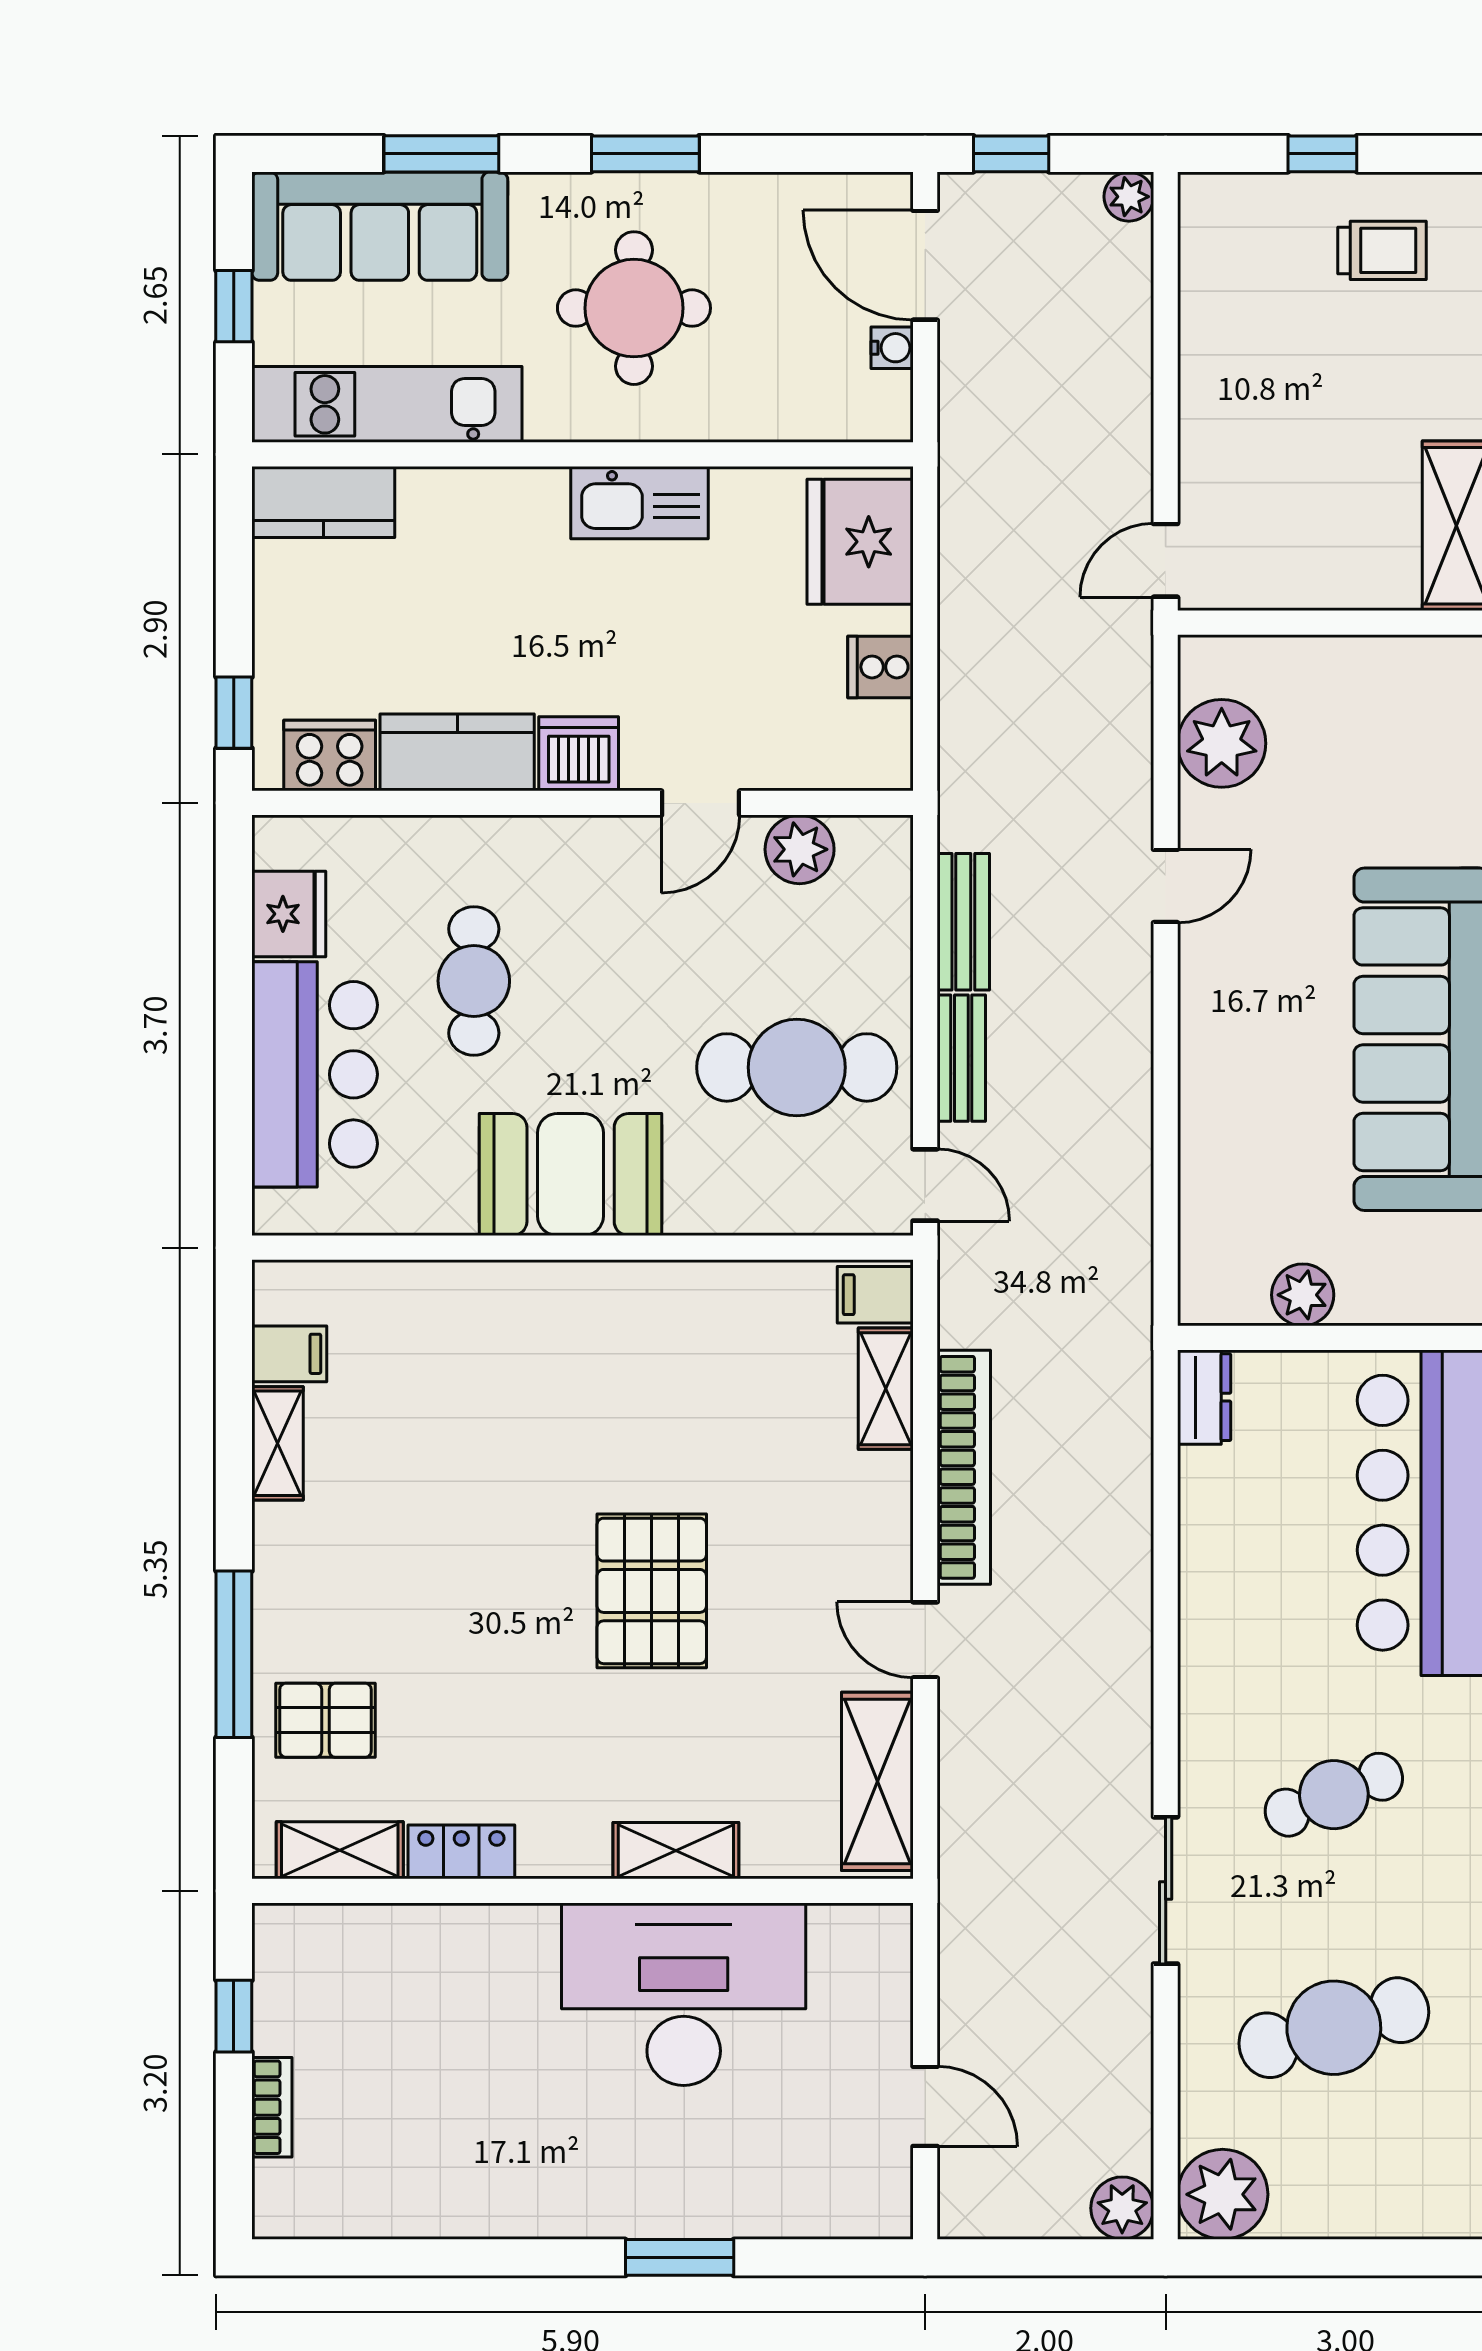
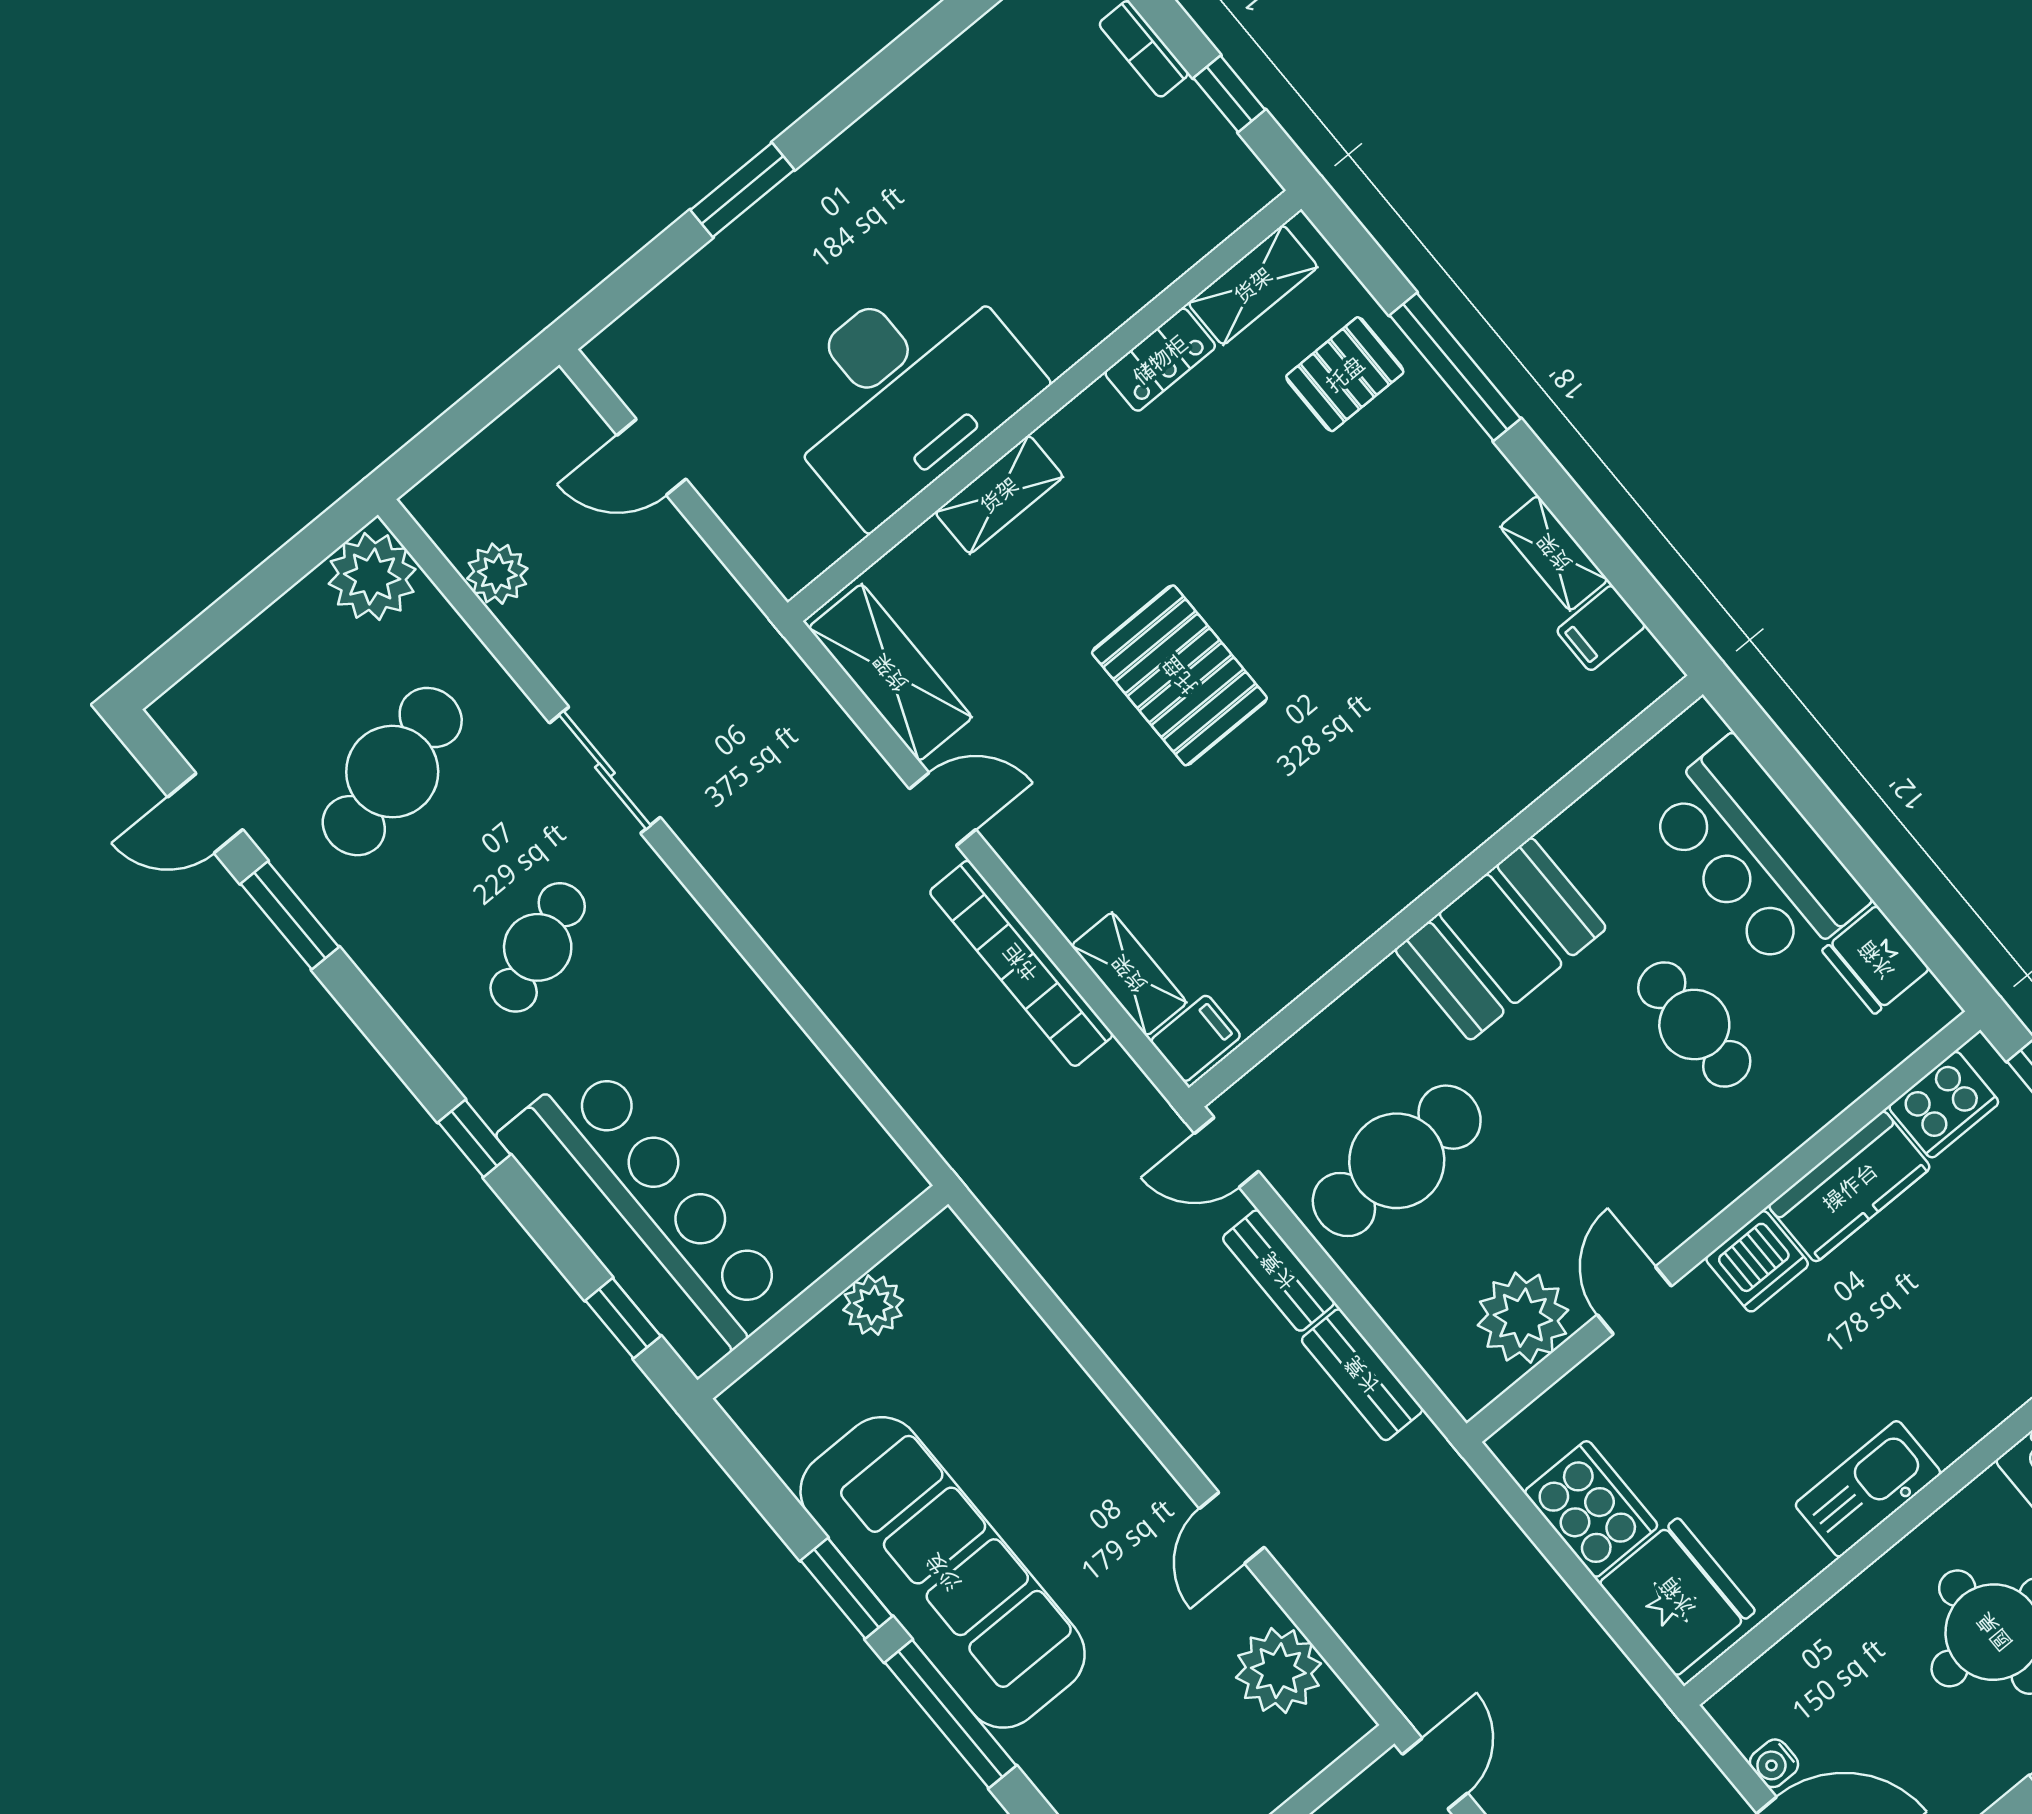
cooker: (881, 667) -> (1591, 1509), width x1.87, depth x1.31
plant: (800, 849) -> (1523, 1318), width x1.36, depth x1.36
dresser: (1204, 1397) -> (884, 1166), removed
plant: (1122, 2208) -> (497, 574), moved

